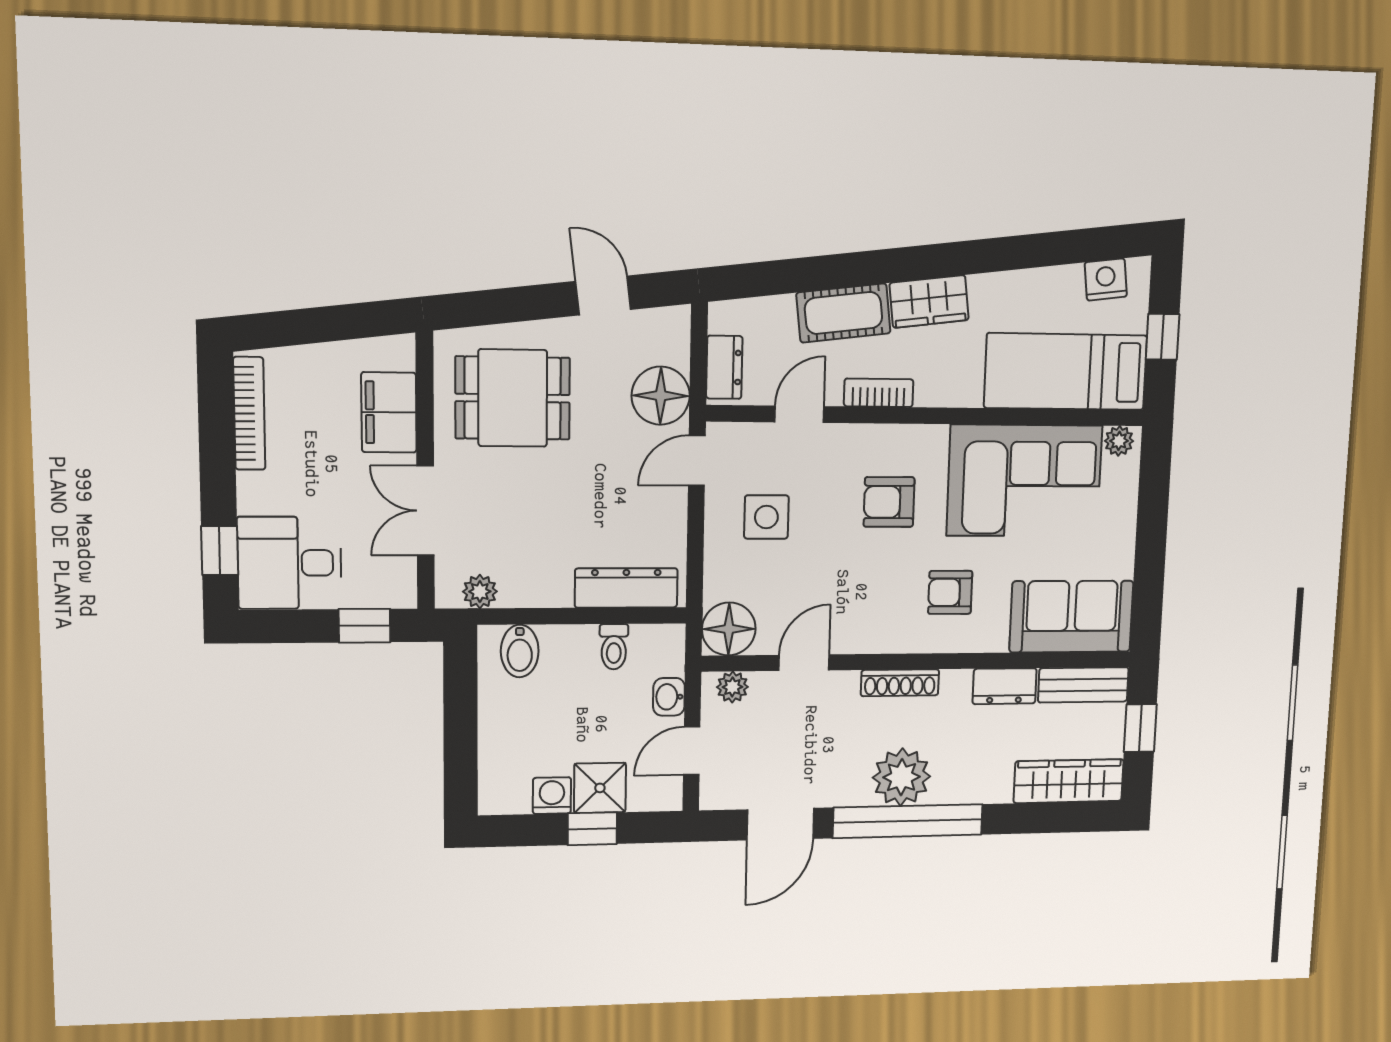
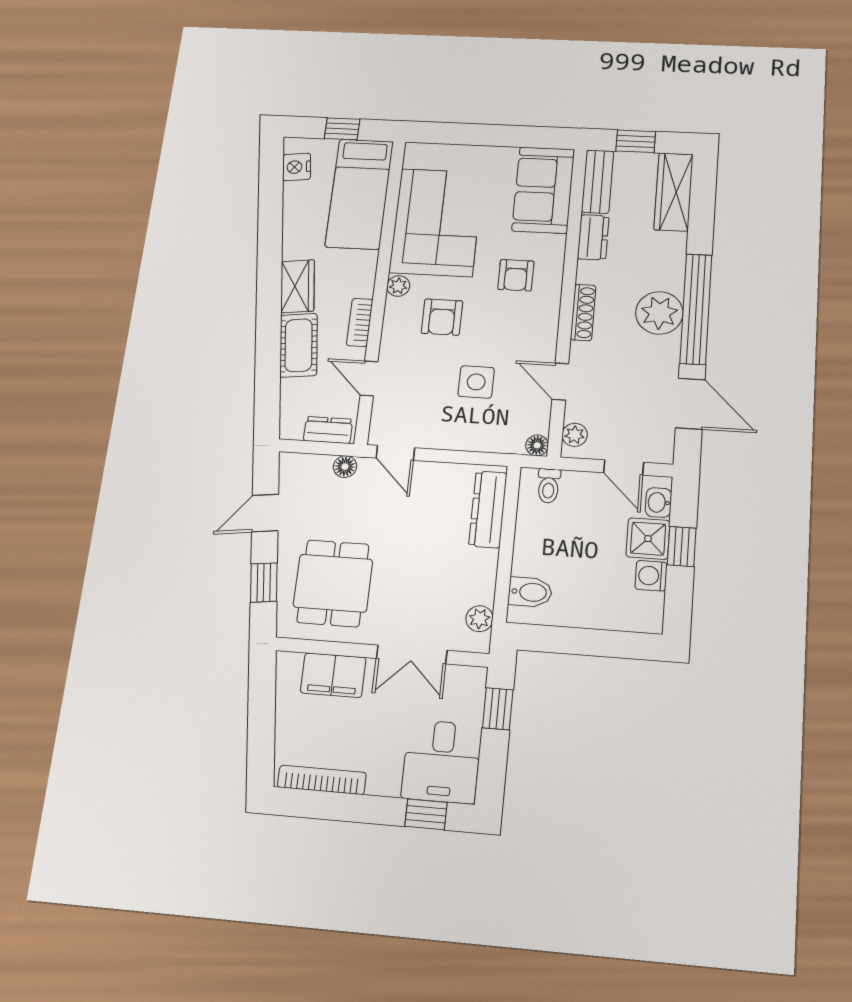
window: (507, 305) -> (264, 582), added
floor lamp: (661, 396) -> (345, 467), width x0.53, depth x0.53
plant: (1119, 441) -> (398, 286), moved
side table: (766, 517) -> (476, 382), moved
floor lamp: (729, 629) -> (537, 445), width x0.53, depth x0.53
toilet: (614, 647) -> (549, 486), moved, turned 90
washbasin: (669, 697) -> (658, 502), moved, turned 90

